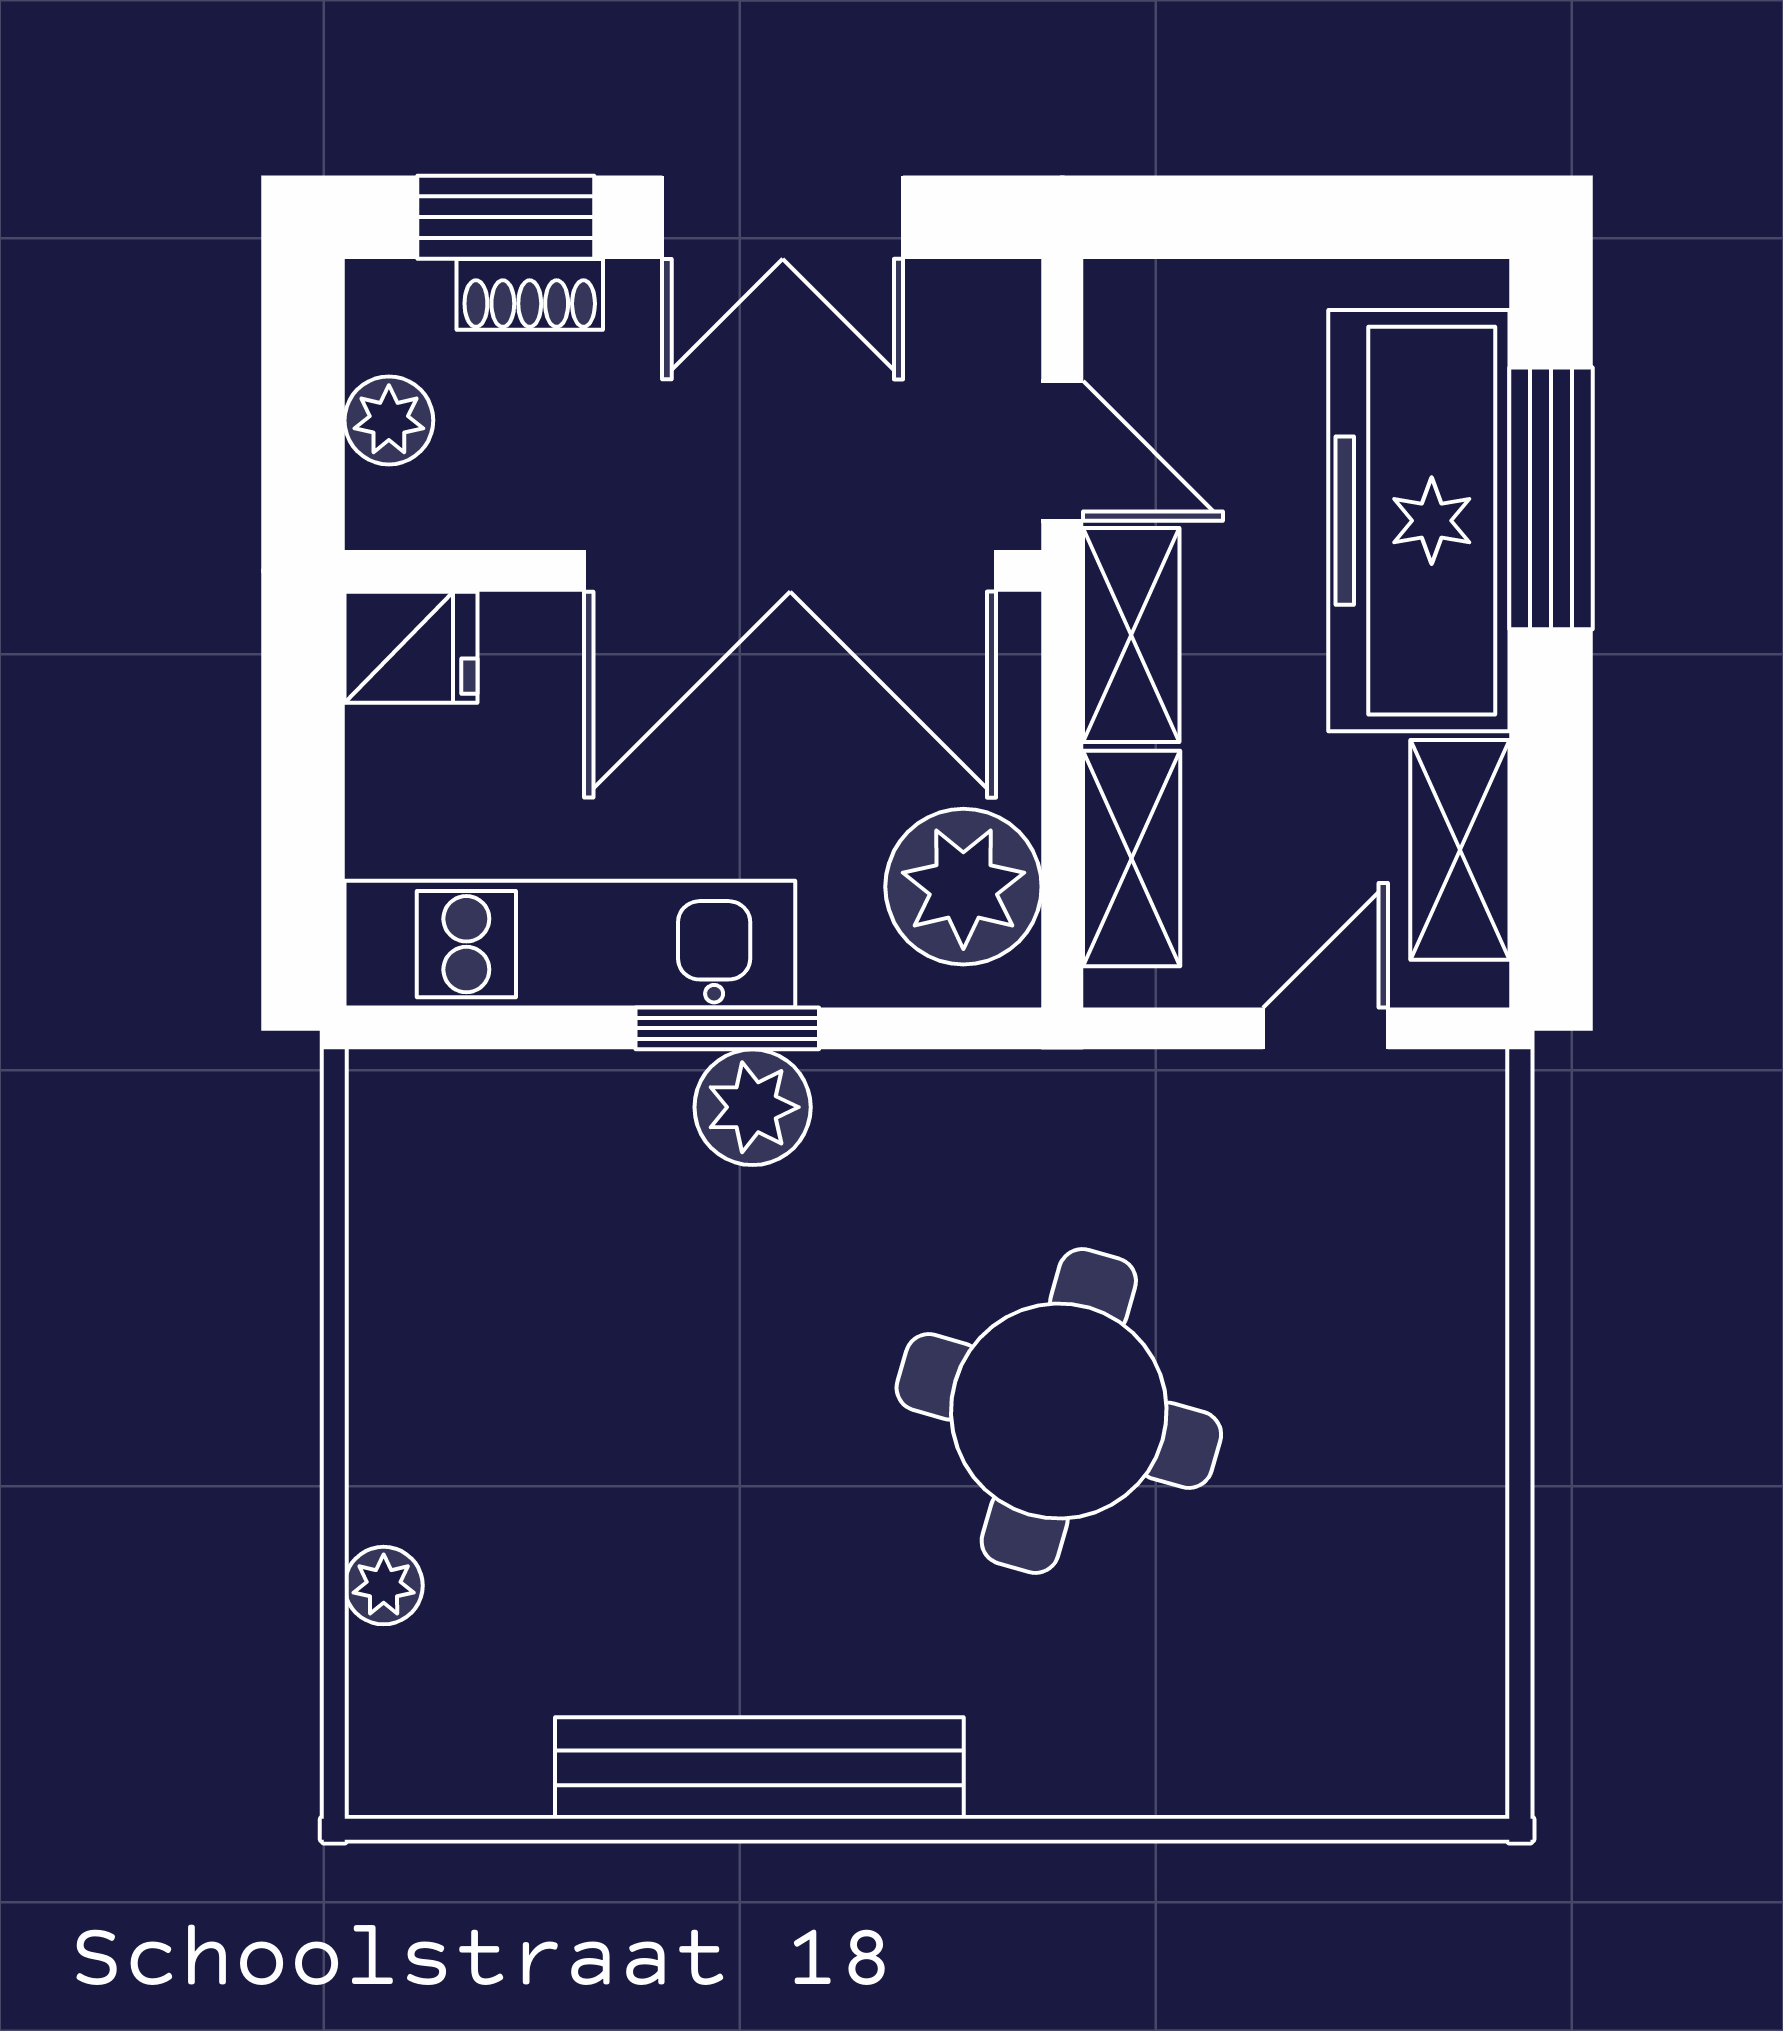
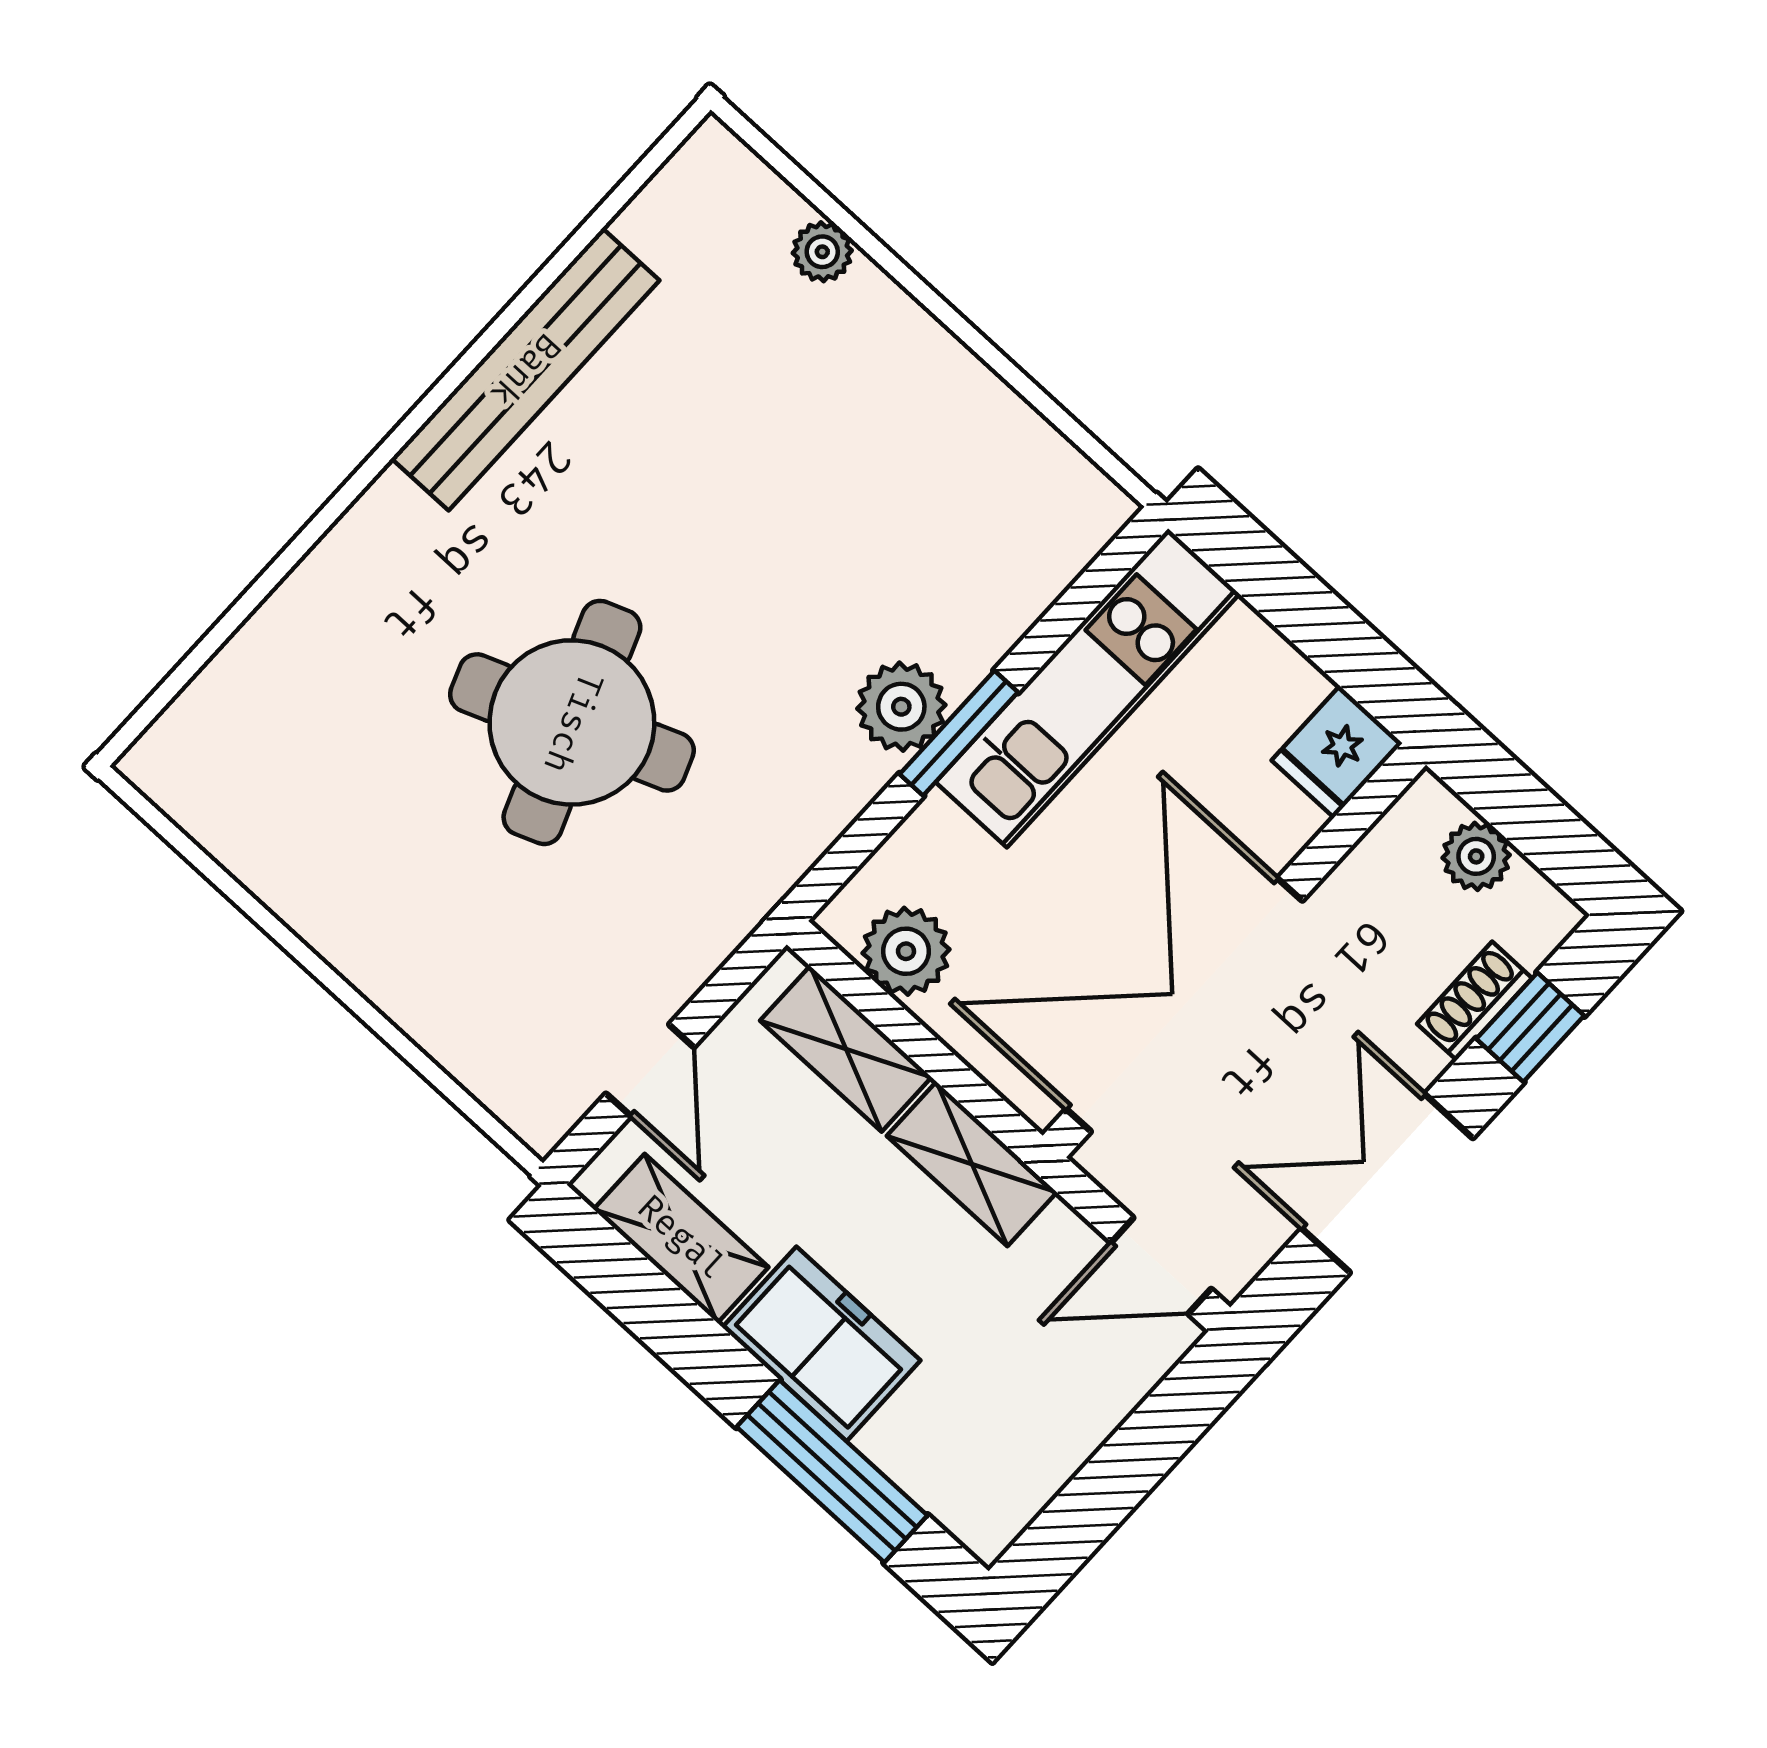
window: (506, 217) -> (1530, 1027), width x0.67
door: (1062, 451) -> (1161, 1266), moved
freezer: (1419, 521) -> (821, 1344), width x0.52, depth x0.79
plant: (963, 887) -> (906, 951), width x0.73, depth x0.73
round table: (1059, 1411) -> (572, 722), turned -37

